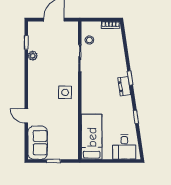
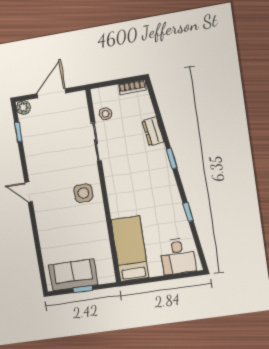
plant: (33, 56) -> (23, 108), moved
dresser: (124, 86) -> (153, 131), moved
door: (26, 116) -> (29, 192), moved
sofa: (38, 143) -> (73, 275), moved, turned -90

